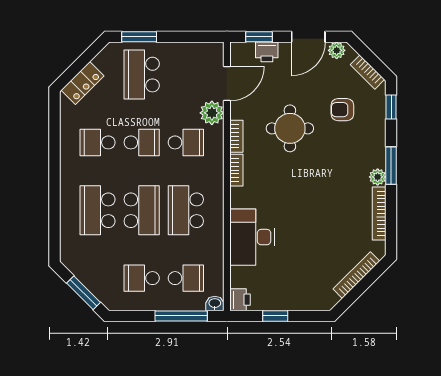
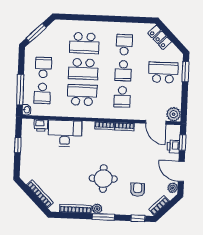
plant: (212, 113) -> (174, 114), moved
round table: (290, 128) -> (103, 179), moved
school desk: (98, 210) -> (84, 43), turned 180
printer: (240, 300) -> (41, 125), moved

